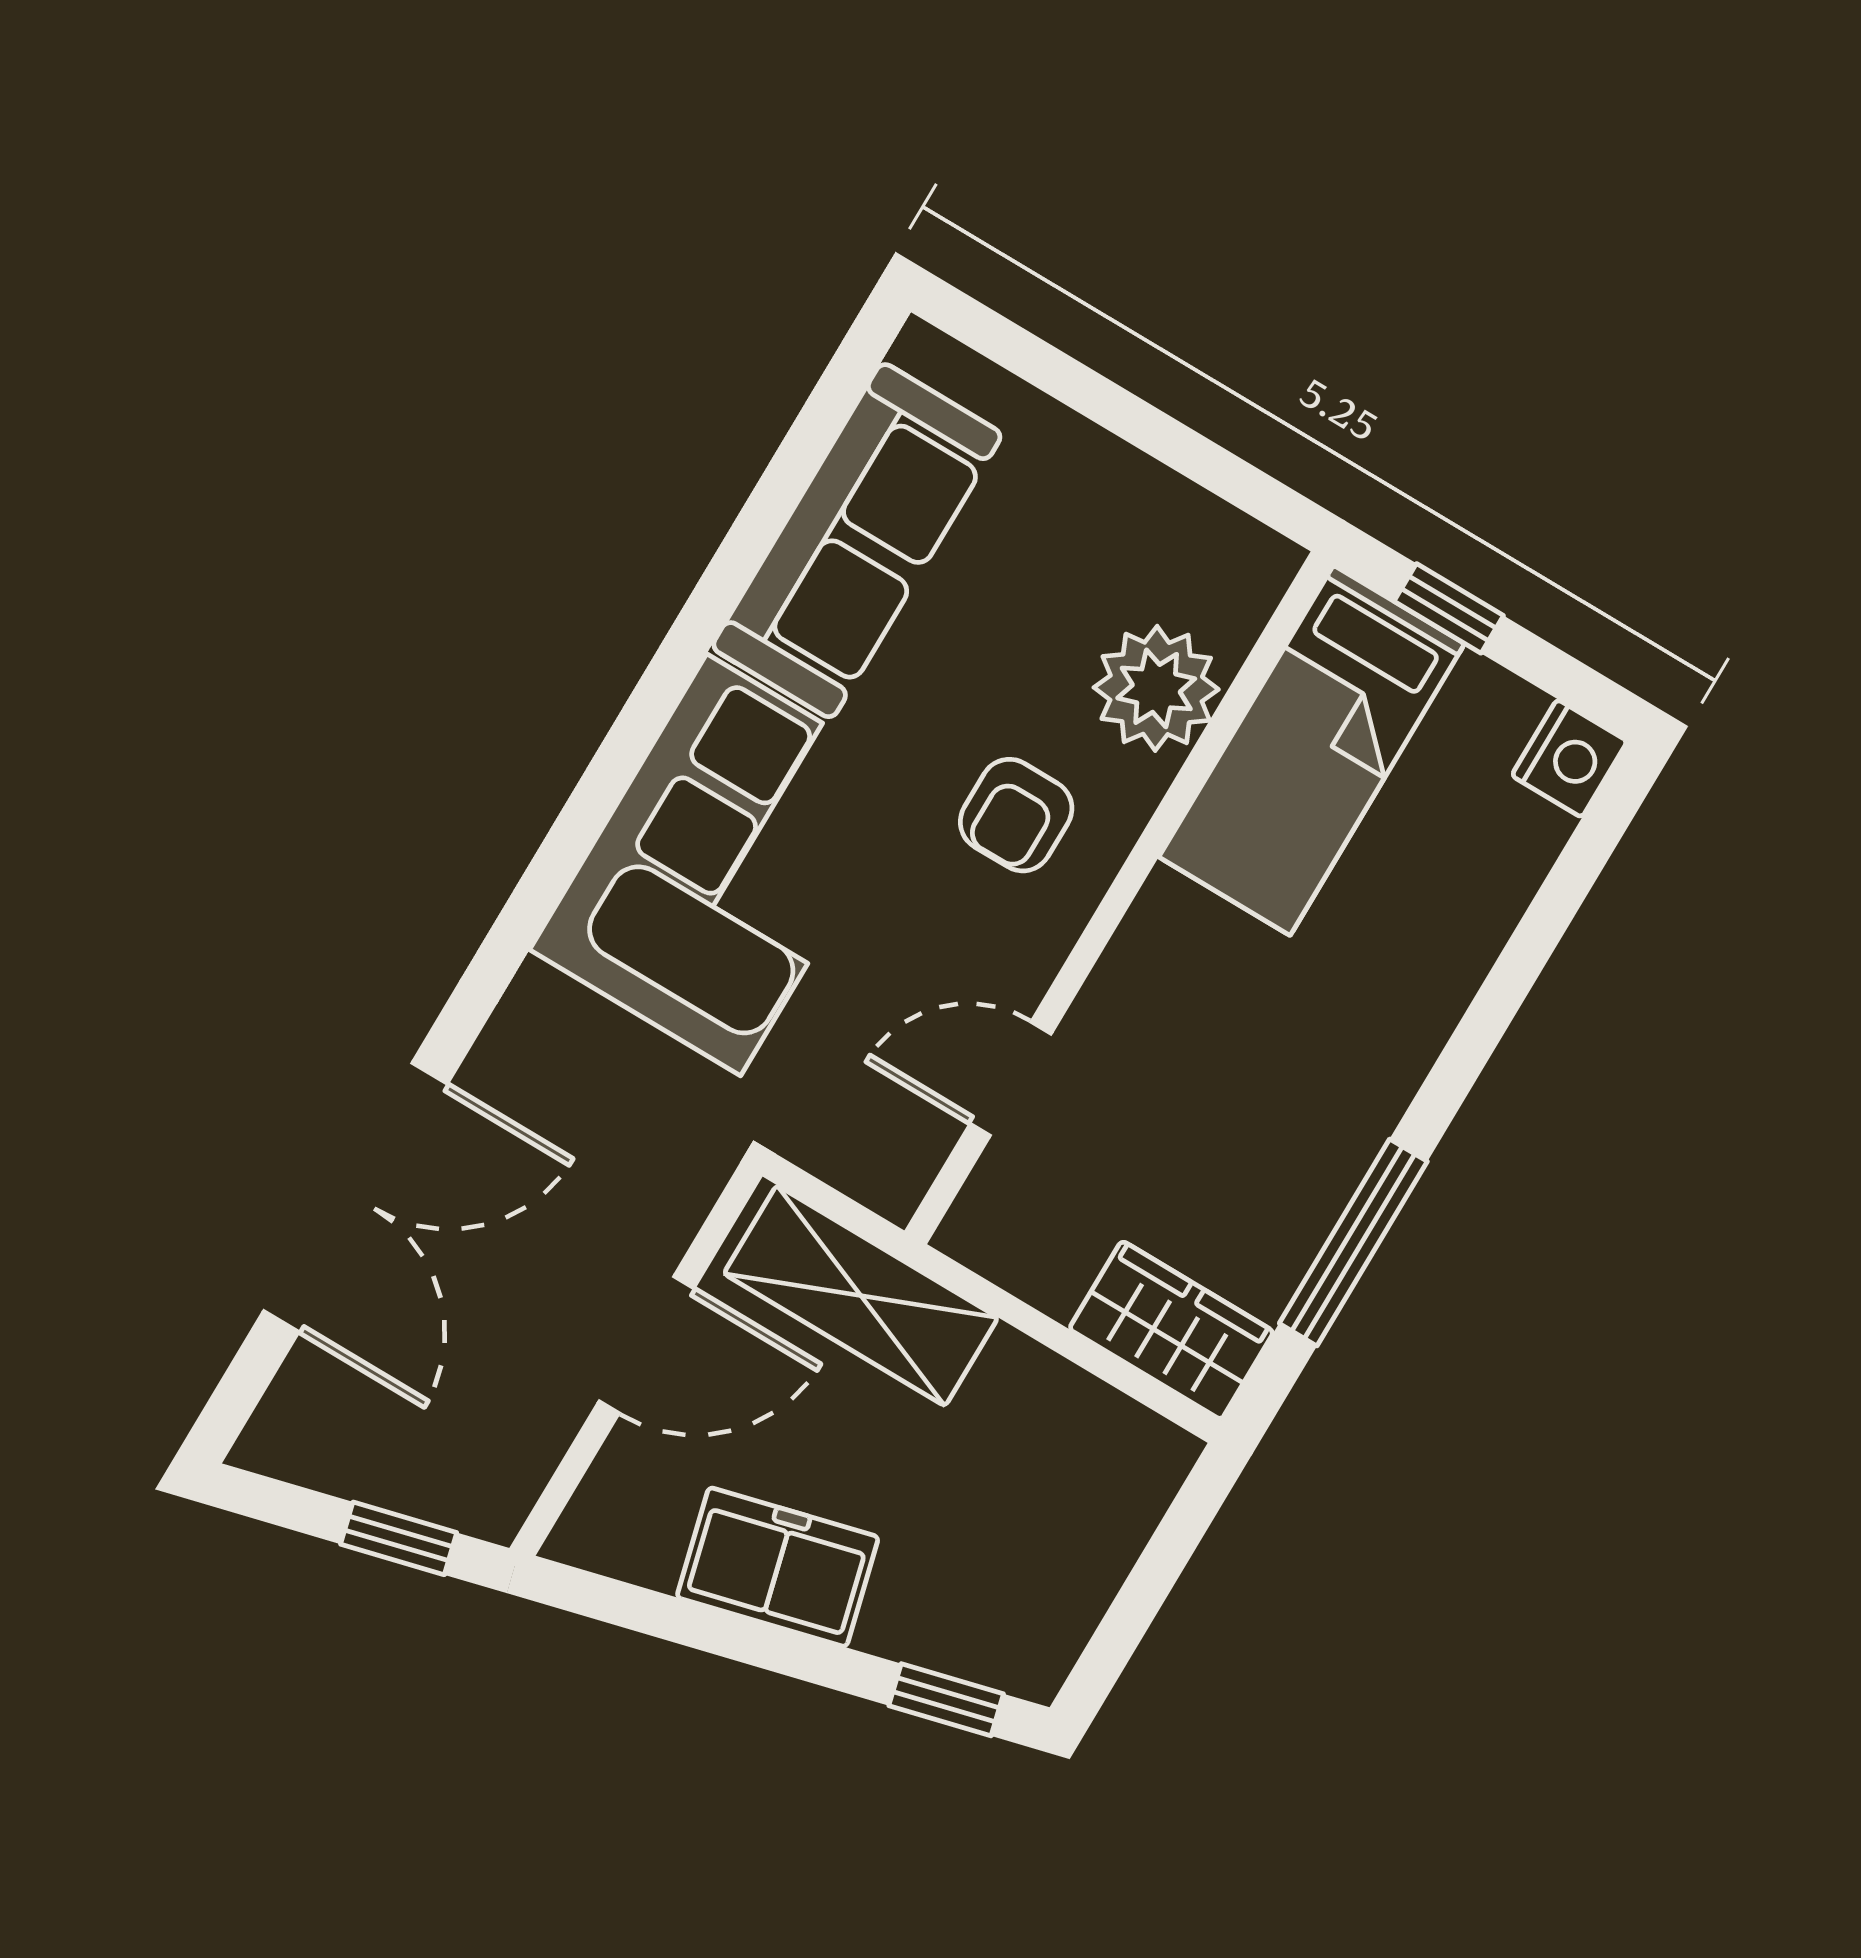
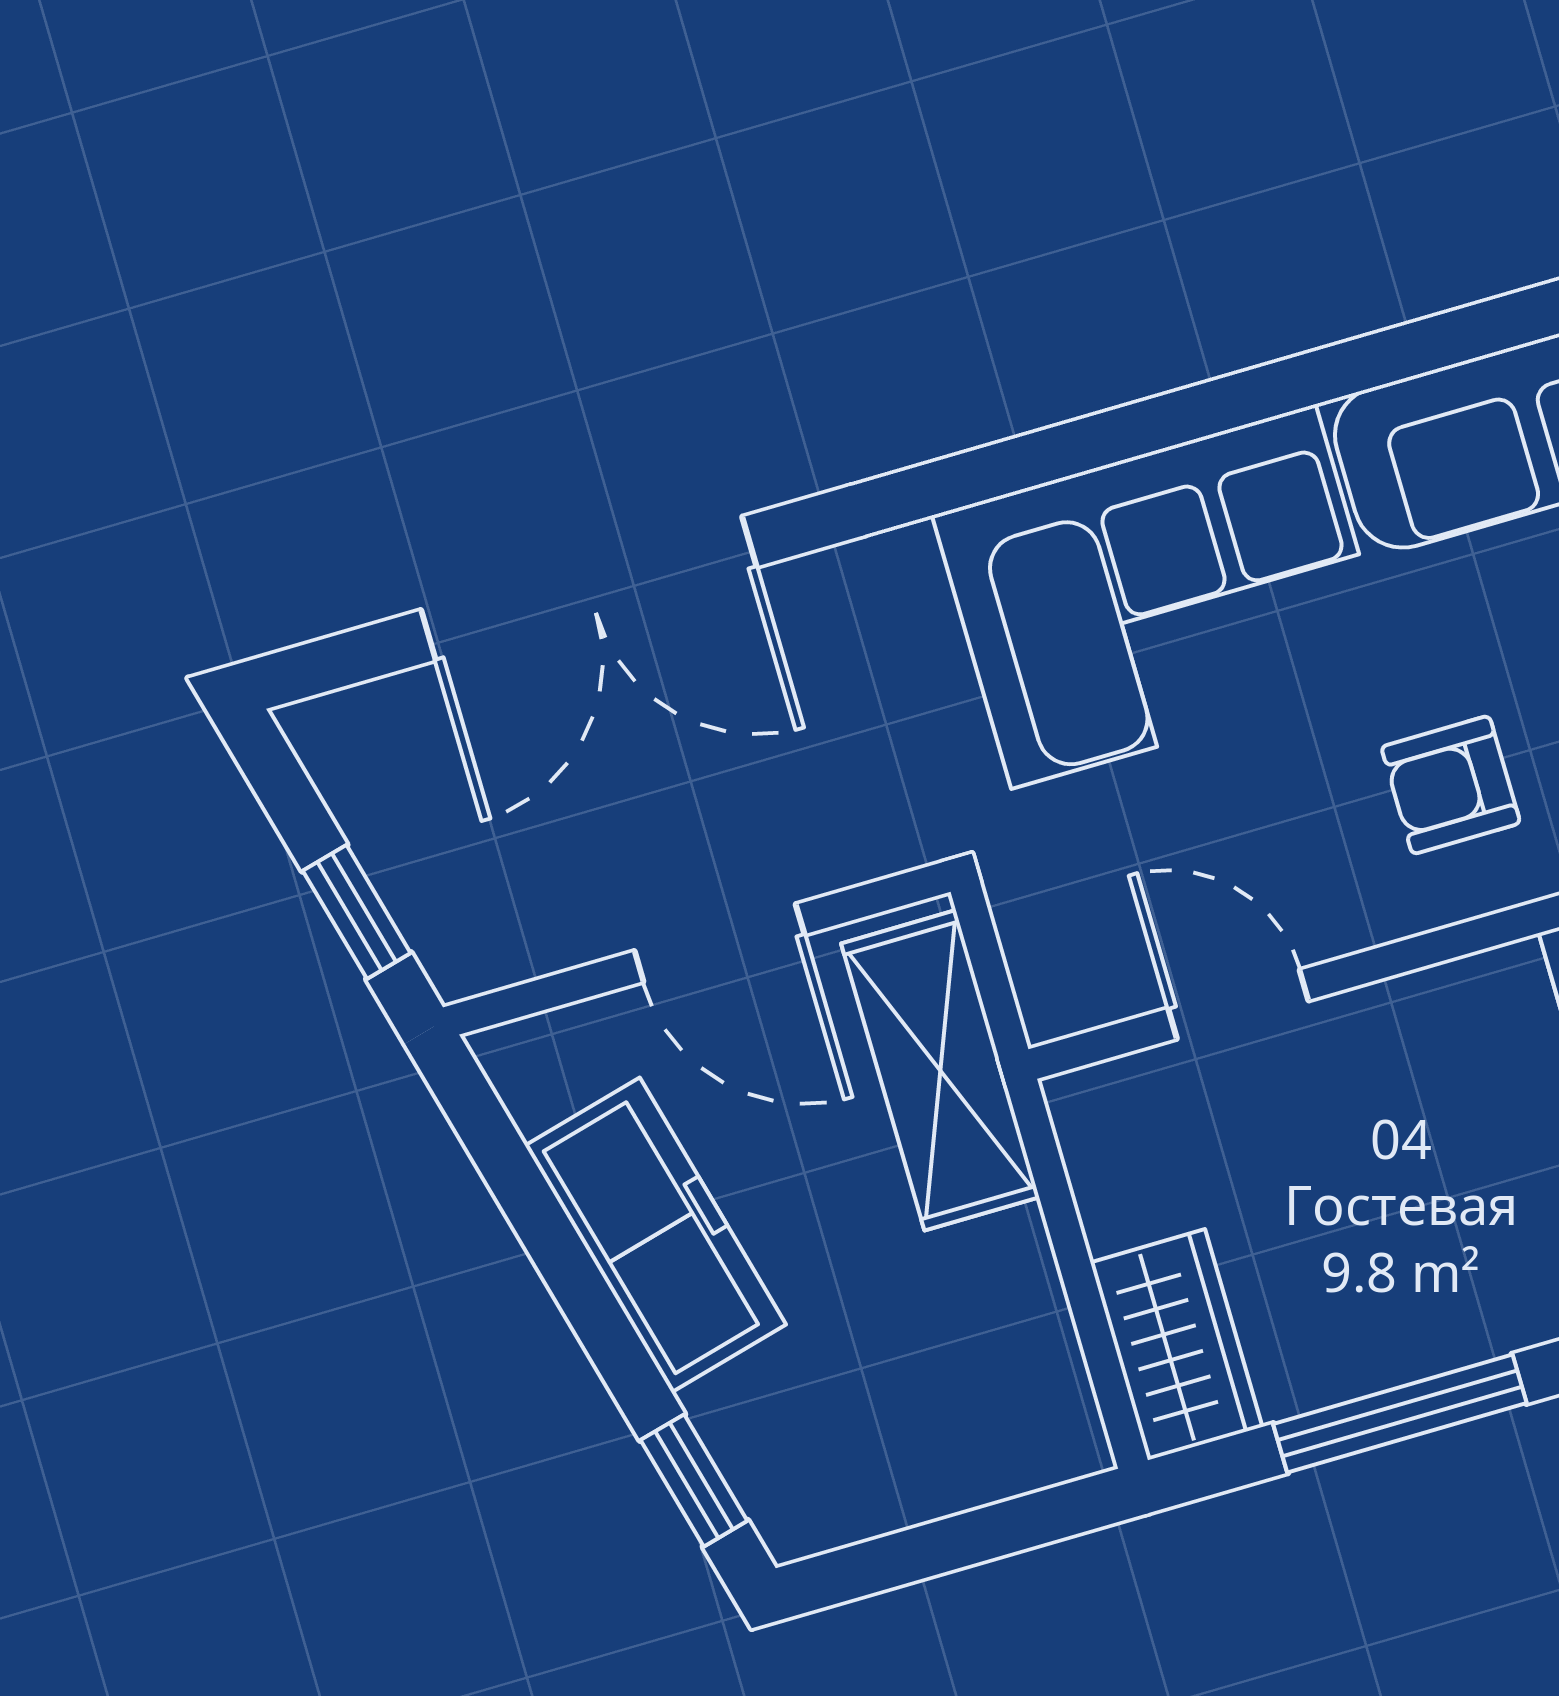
freezer: (778, 1567) -> (655, 1235), width x1.40

